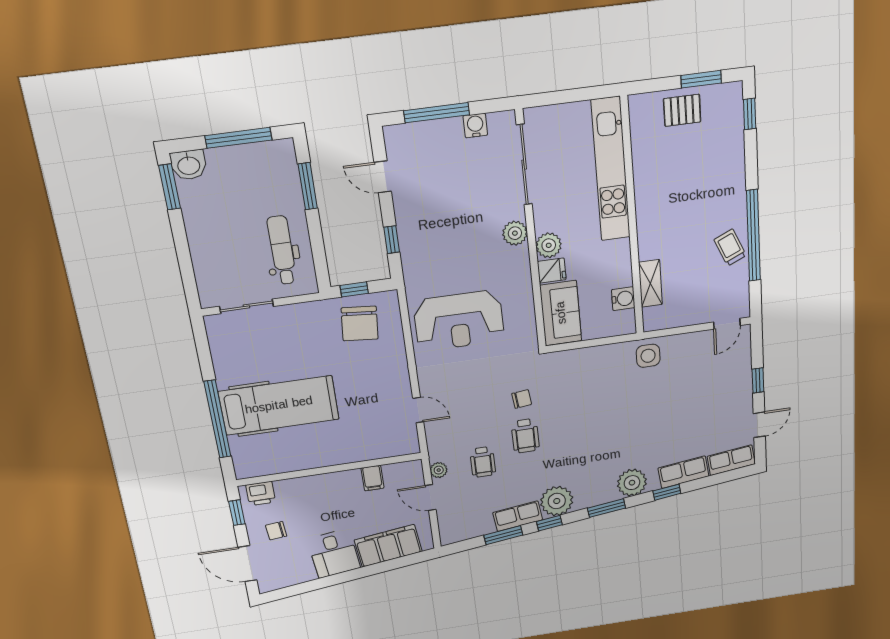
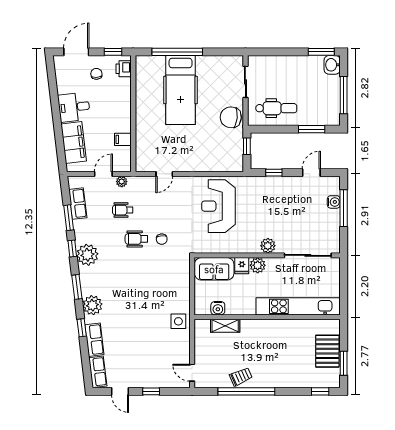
pallet: (682, 110) -> (327, 351), width x1.50, depth x1.42
water cooler: (475, 125) -> (334, 202), moved
chair: (360, 323) -> (231, 117), moved
row of seats: (518, 516) -> (78, 204), moved

